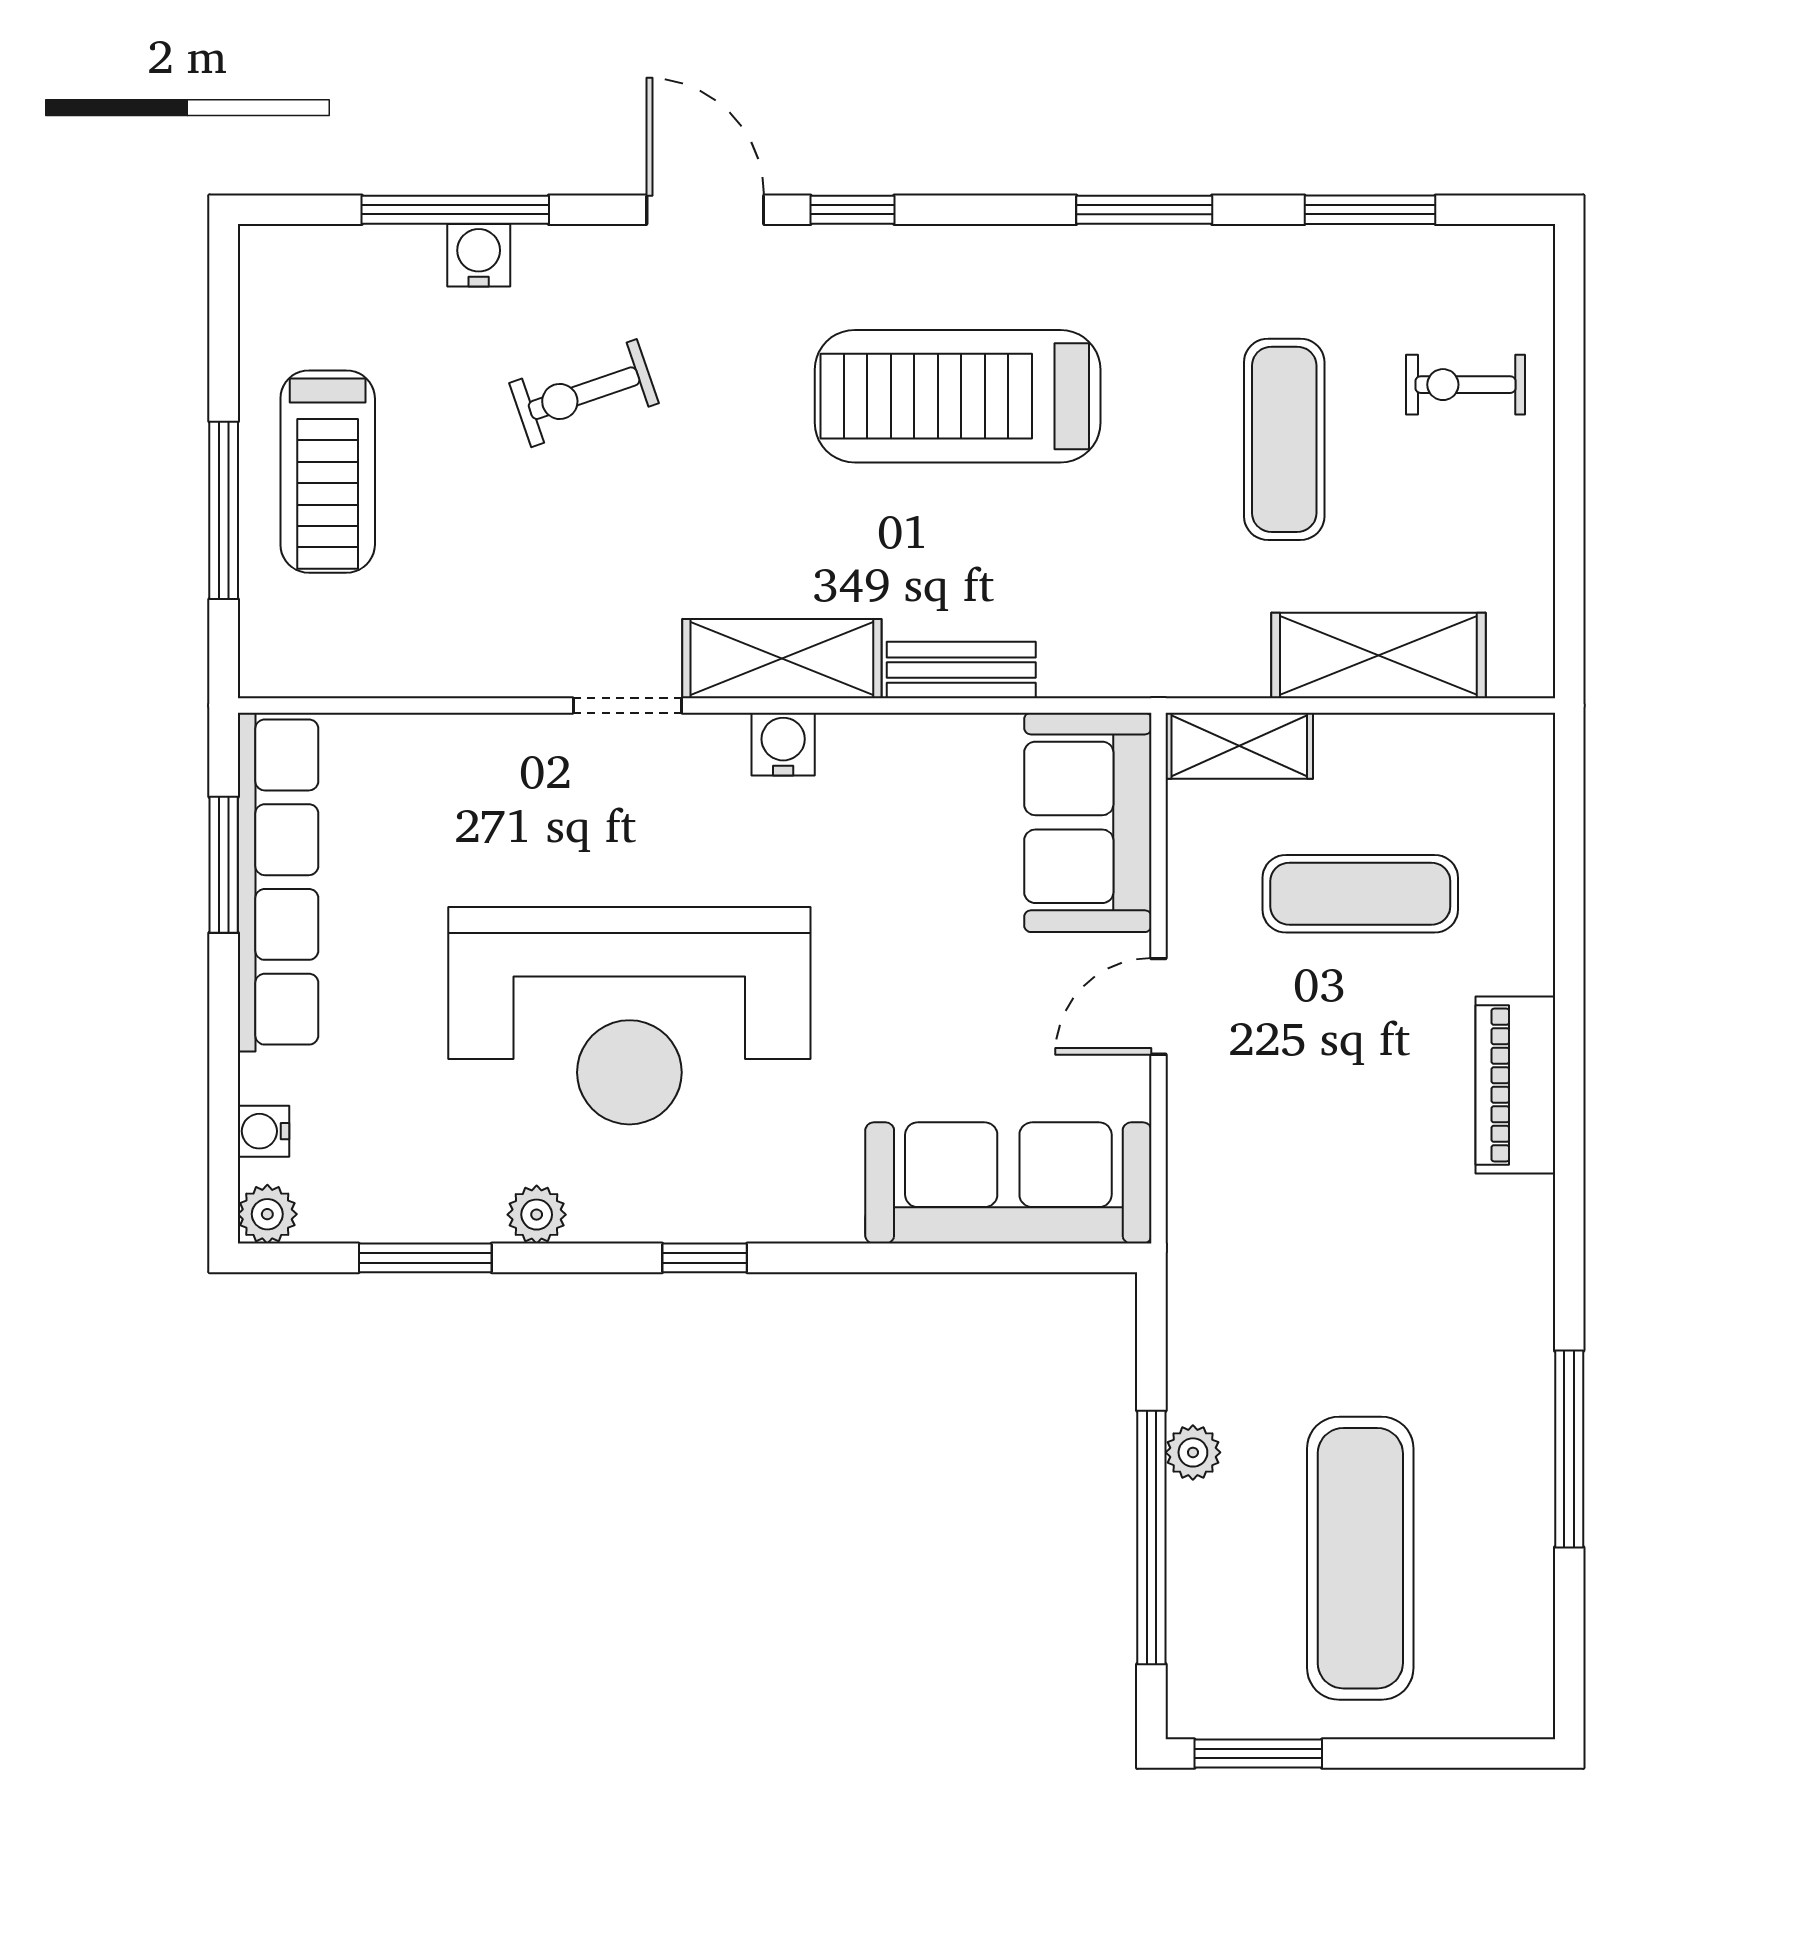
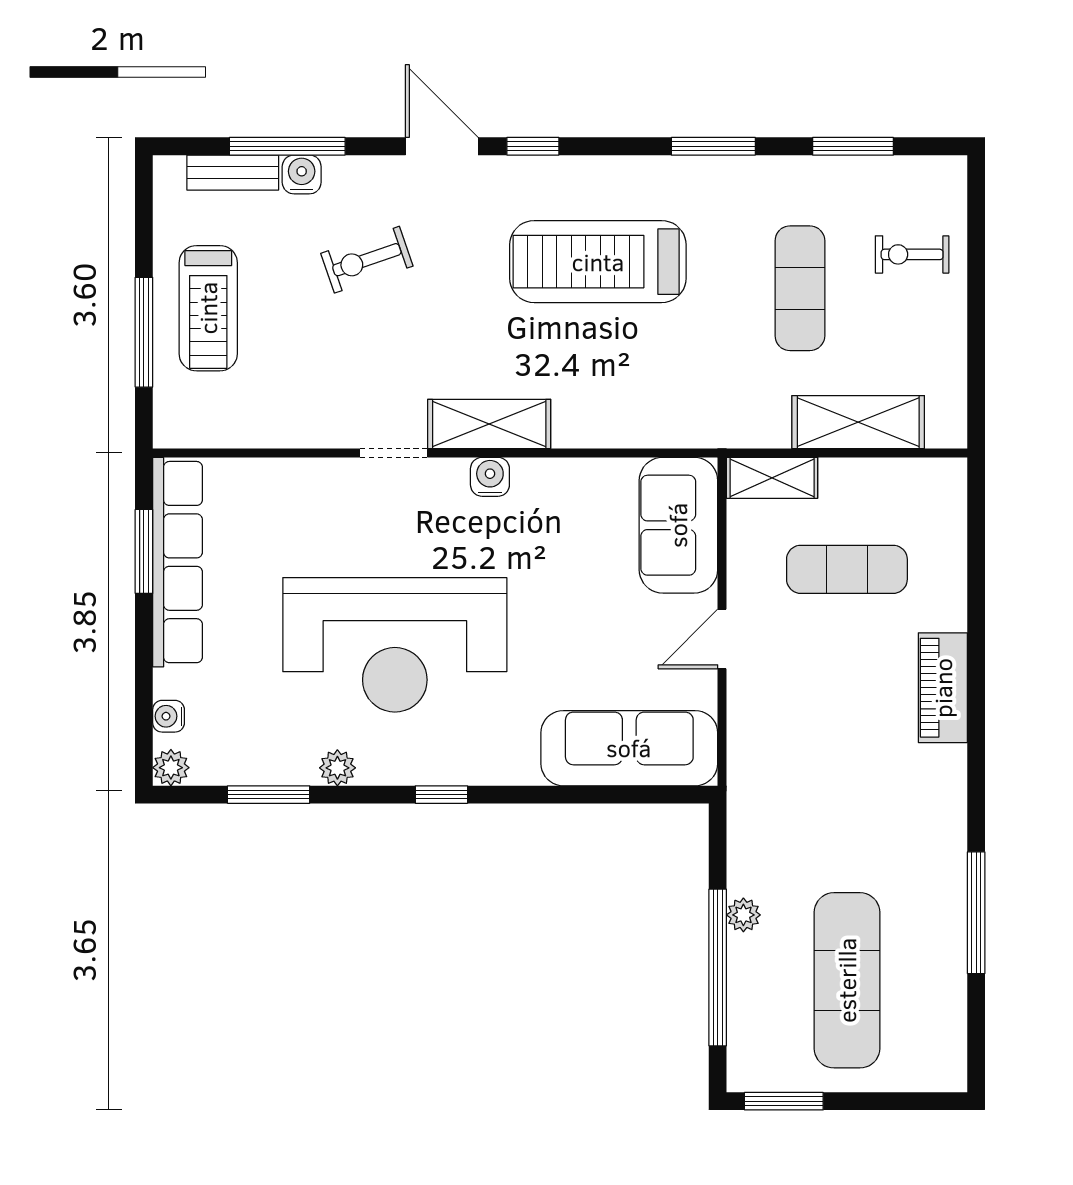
bench: (961, 670) -> (233, 173), moved

